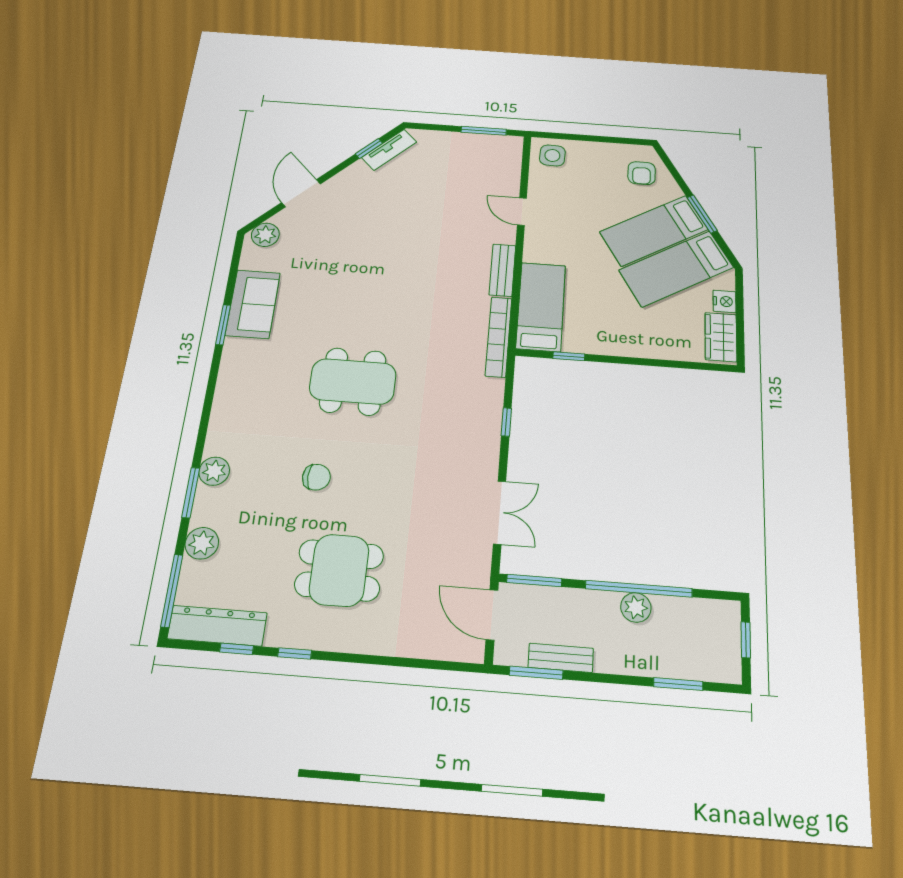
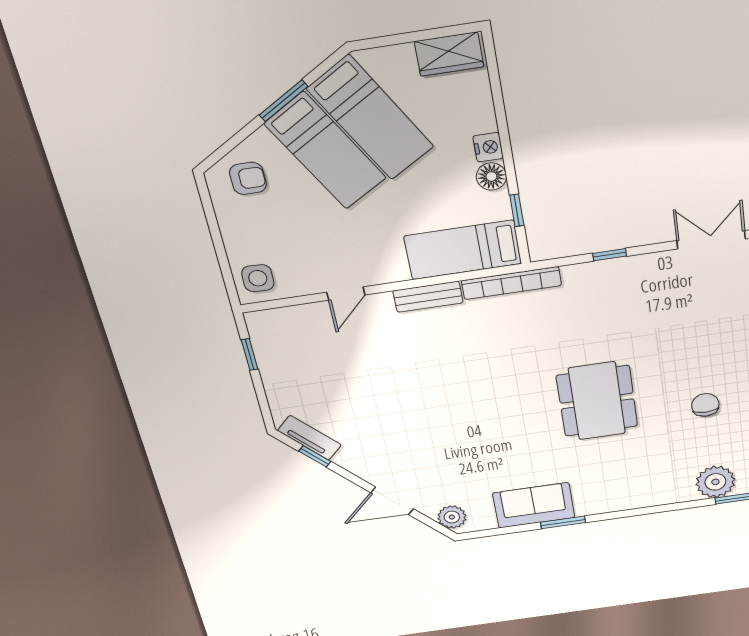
window: (484, 131) -> (250, 354), width x0.67
nightstand: (725, 301) -> (488, 147), moved, turned 90
floor lamp: (605, 344) -> (491, 176), added
plant: (214, 471) -> (715, 482), width x1.36, depth x1.36

